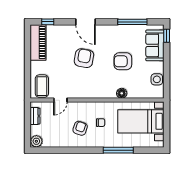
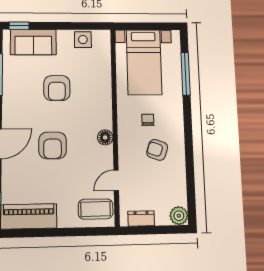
armchair: (84, 58) -> (53, 145), turned -100
floor lamp: (122, 93) -> (105, 137), moved
door: (60, 100) -> (116, 180), swing flipped
window: (118, 150) -> (186, 74), moved

